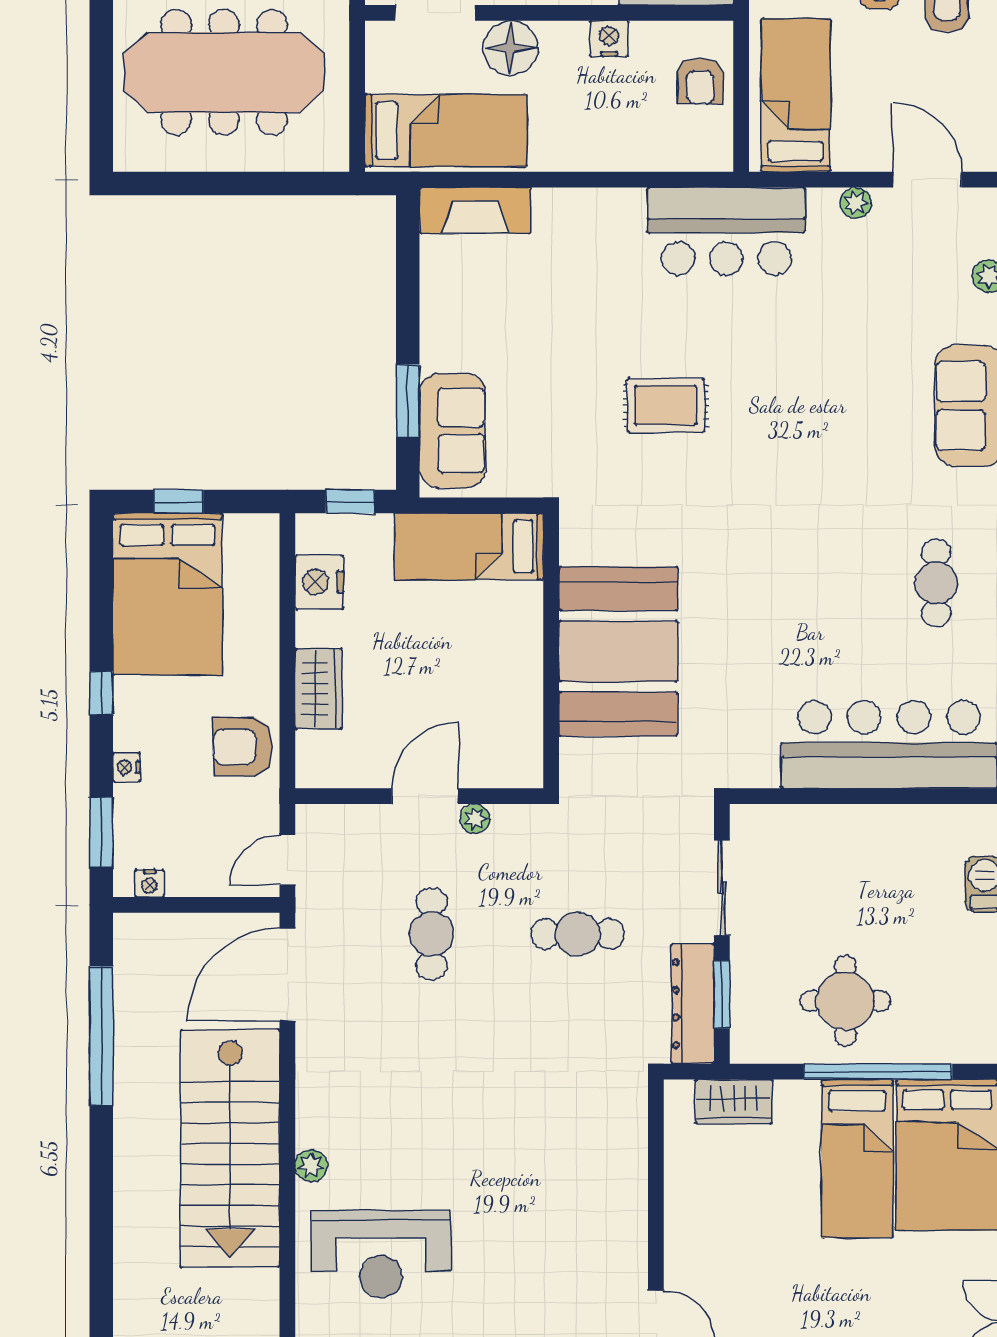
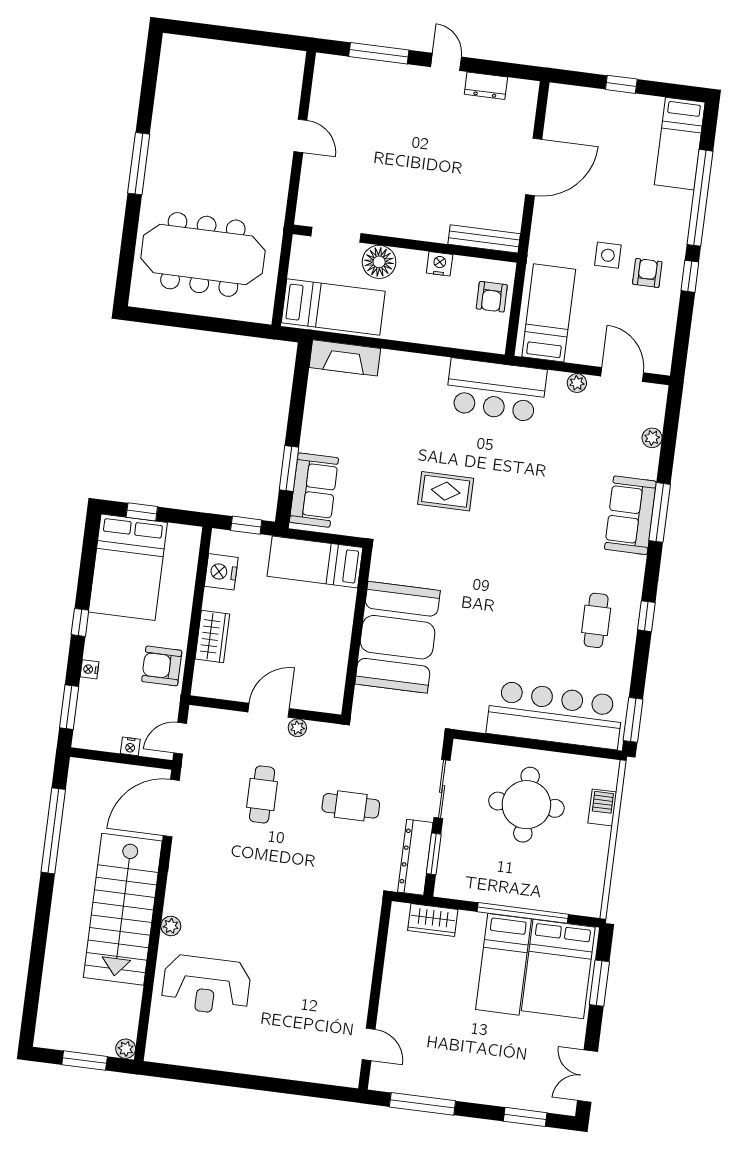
nightstand: (150, 883) -> (130, 746), moved
round table: (845, 1001) -> (526, 805), moved, width x1.36, depth x1.36

